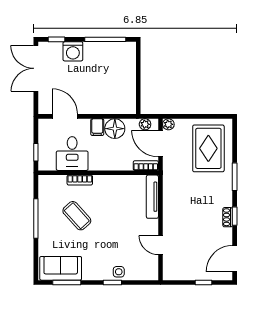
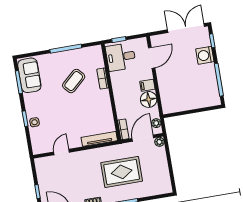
rug: (208, 148) -> (122, 172), moved
desk: (72, 154) -> (121, 57), moved

